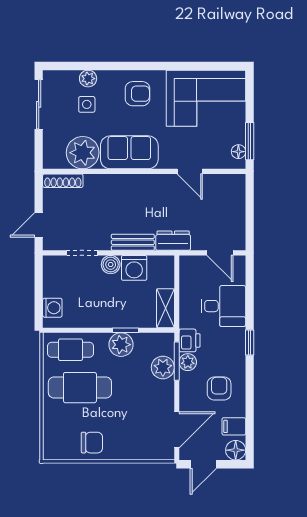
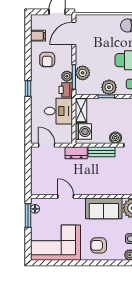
washing machine: (134, 268) -> (83, 132), moved, turned 90
desk: (223, 306) -> (58, 111), moved, turned 180
floor lamp: (236, 450) -> (37, 21), removed

